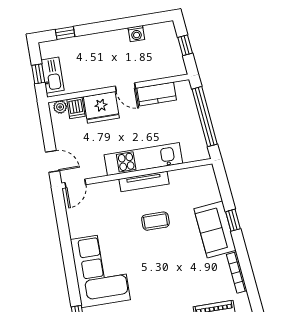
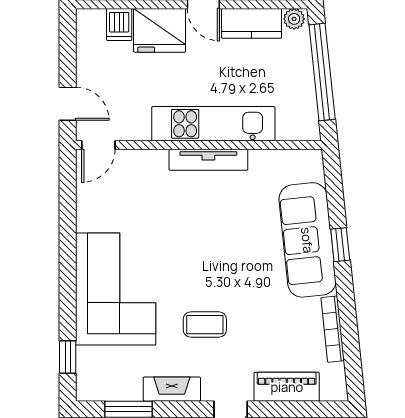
plant: (60, 107) -> (294, 19), moved
coffee table: (155, 221) -> (205, 325), moved
sofa: (215, 229) -> (307, 240), width x1.36

